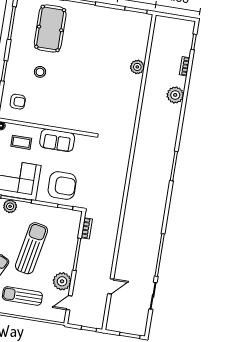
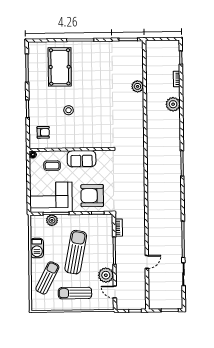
stool: (40, 72) -> (69, 110), moved
armchair: (62, 185) -> (92, 196), turned 180
door: (111, 286) -> (147, 262), moved
door: (69, 303) -> (115, 292), hinge flipped

